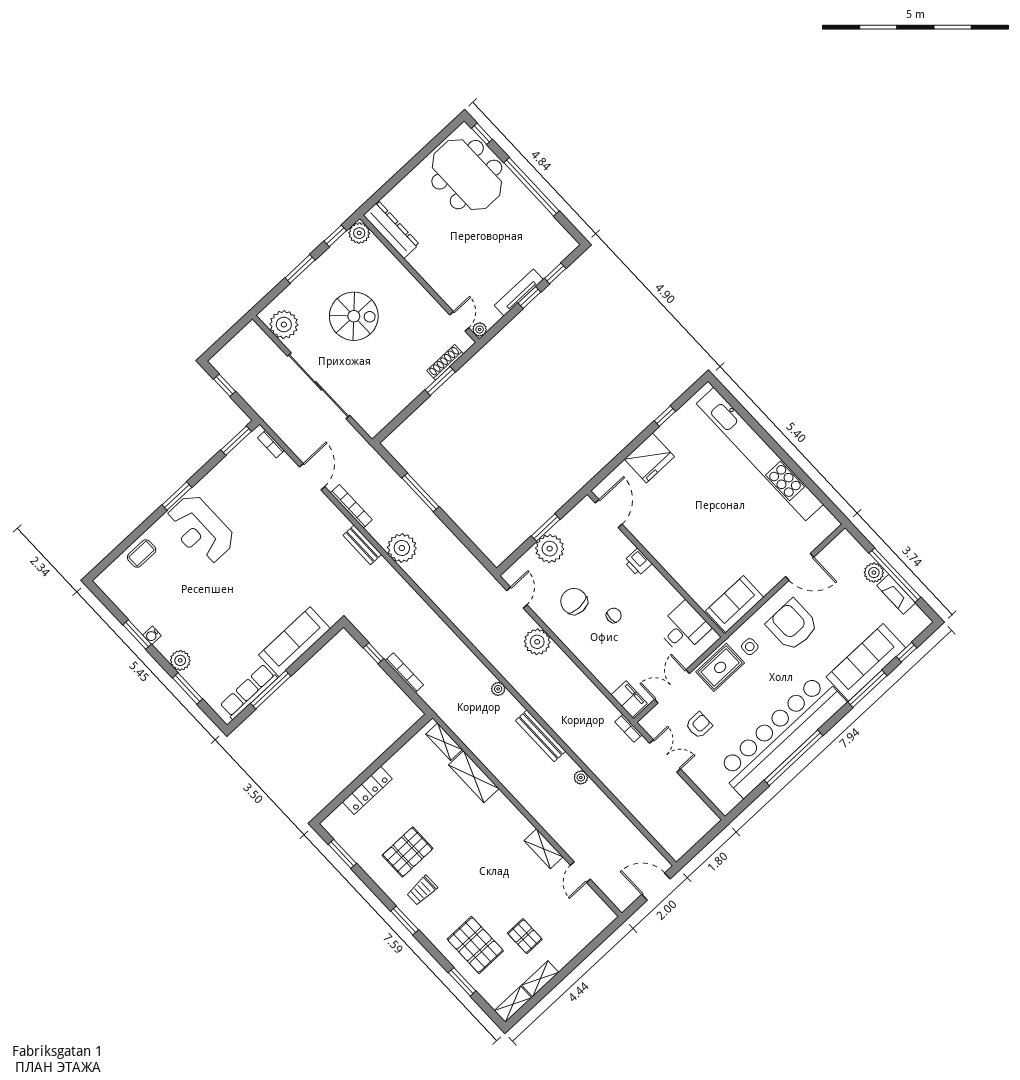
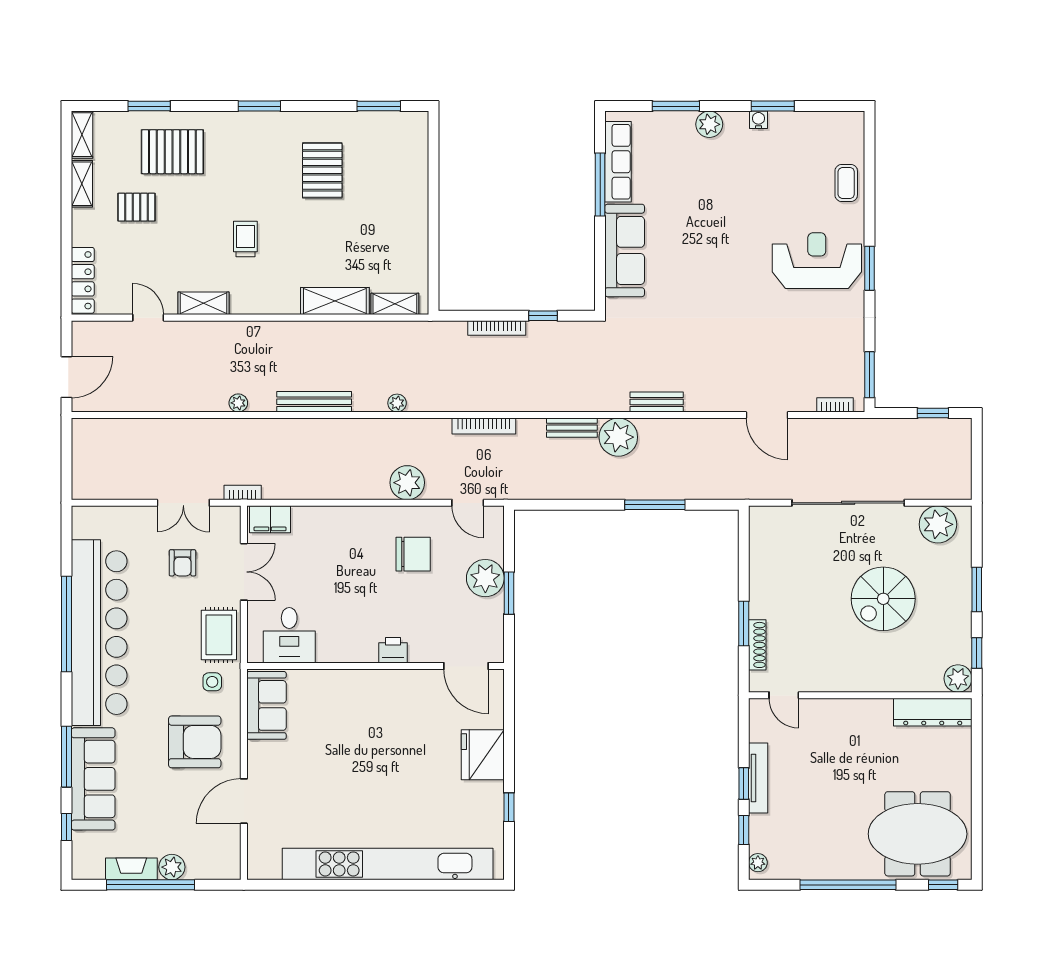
plant: (480, 329) -> (758, 863), moved
bookcase: (351, 506) -> (484, 426), moved
bench: (421, 579) -> (572, 428), added
chair: (614, 615) -> (364, 580), removed
locker: (367, 790) -> (83, 280), moved, turned 180
trolley: (422, 890) -> (245, 239), moved

